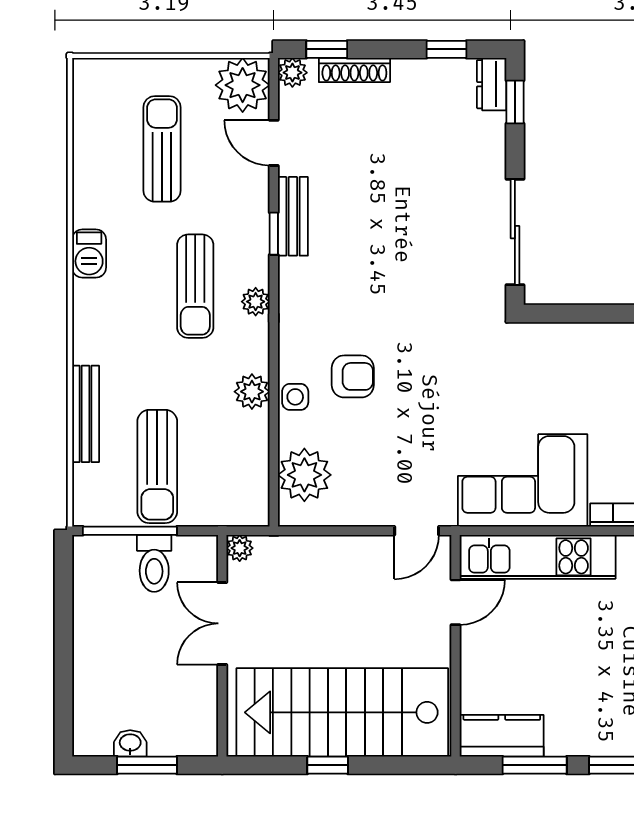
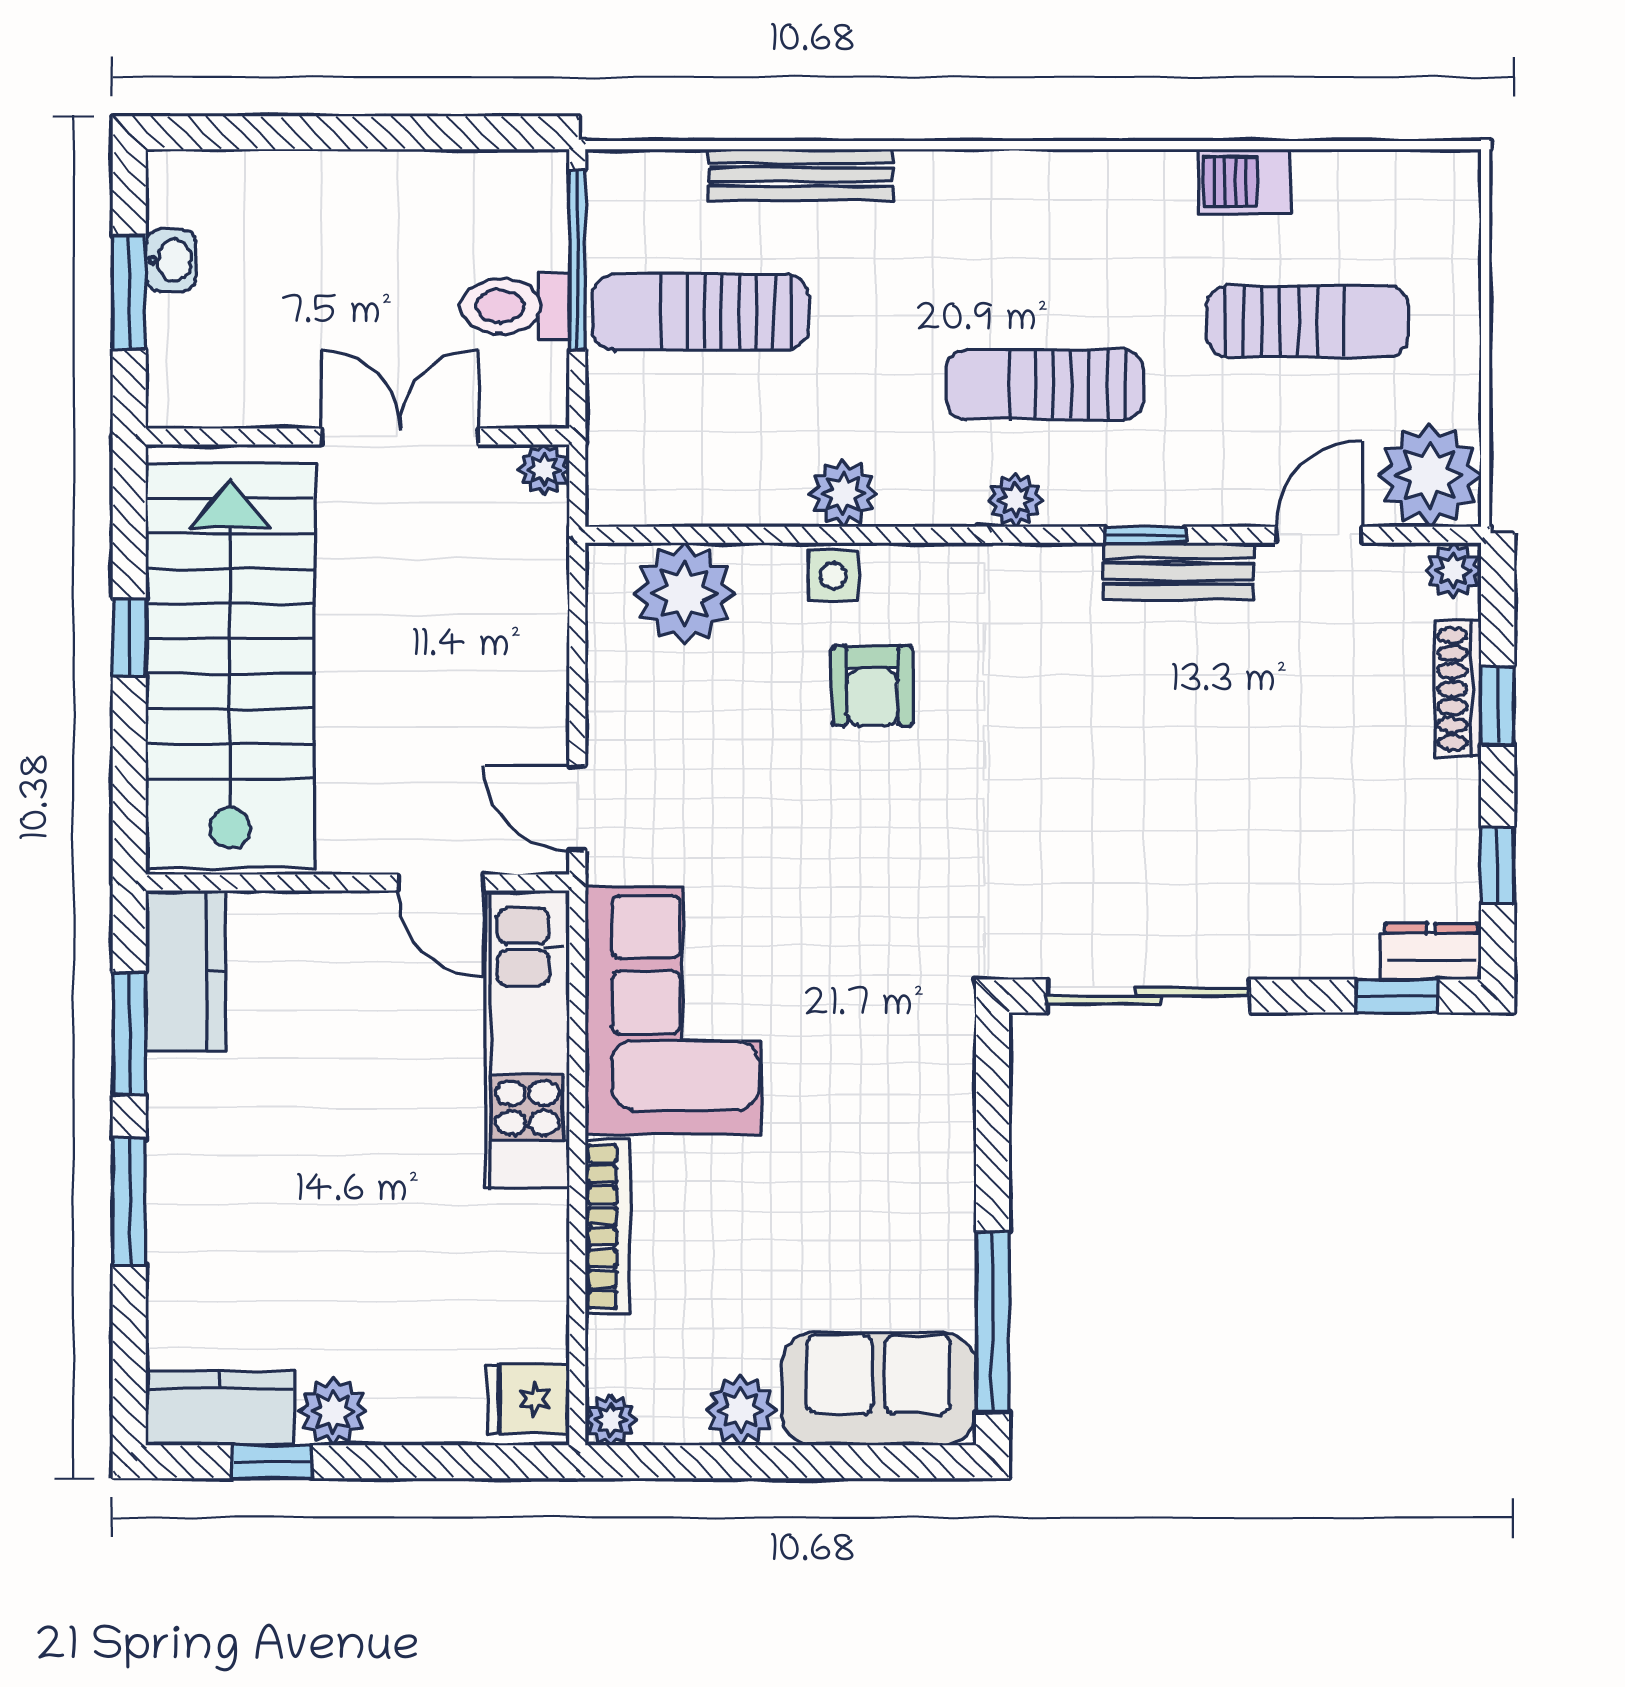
window: (327, 49) -> (1498, 706), moved
barbecue: (89, 254) -> (1244, 182), moved

